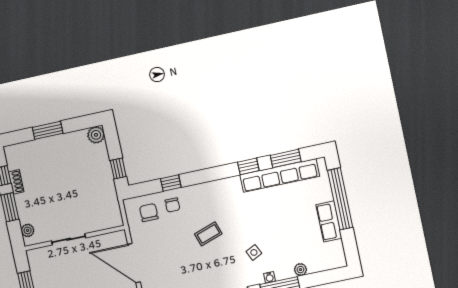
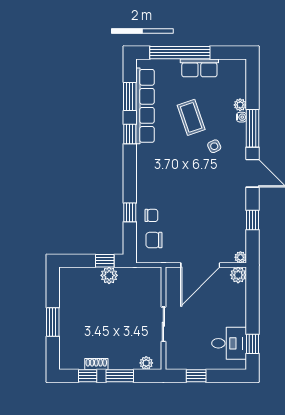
plant: (96, 135) -> (109, 275), moved
coffee table: (208, 234) -> (191, 117), moved, width x1.36, depth x1.30
water cooler: (269, 277) -> (241, 117), moved

